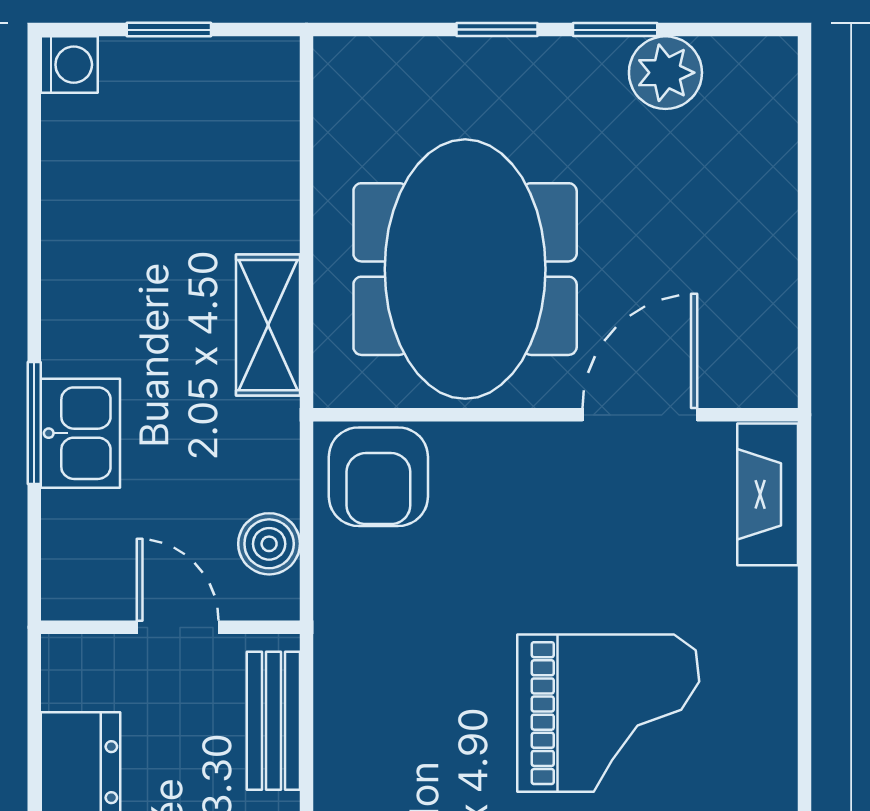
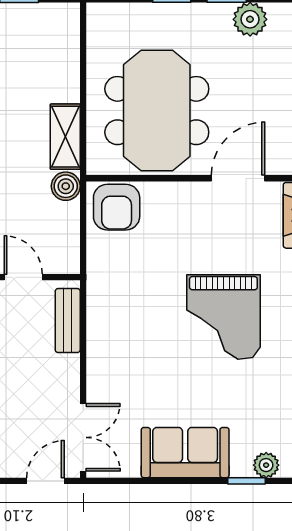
boiler: (269, 544) -> (66, 186), moved
grand piano: (608, 713) -> (223, 317), turned 90

